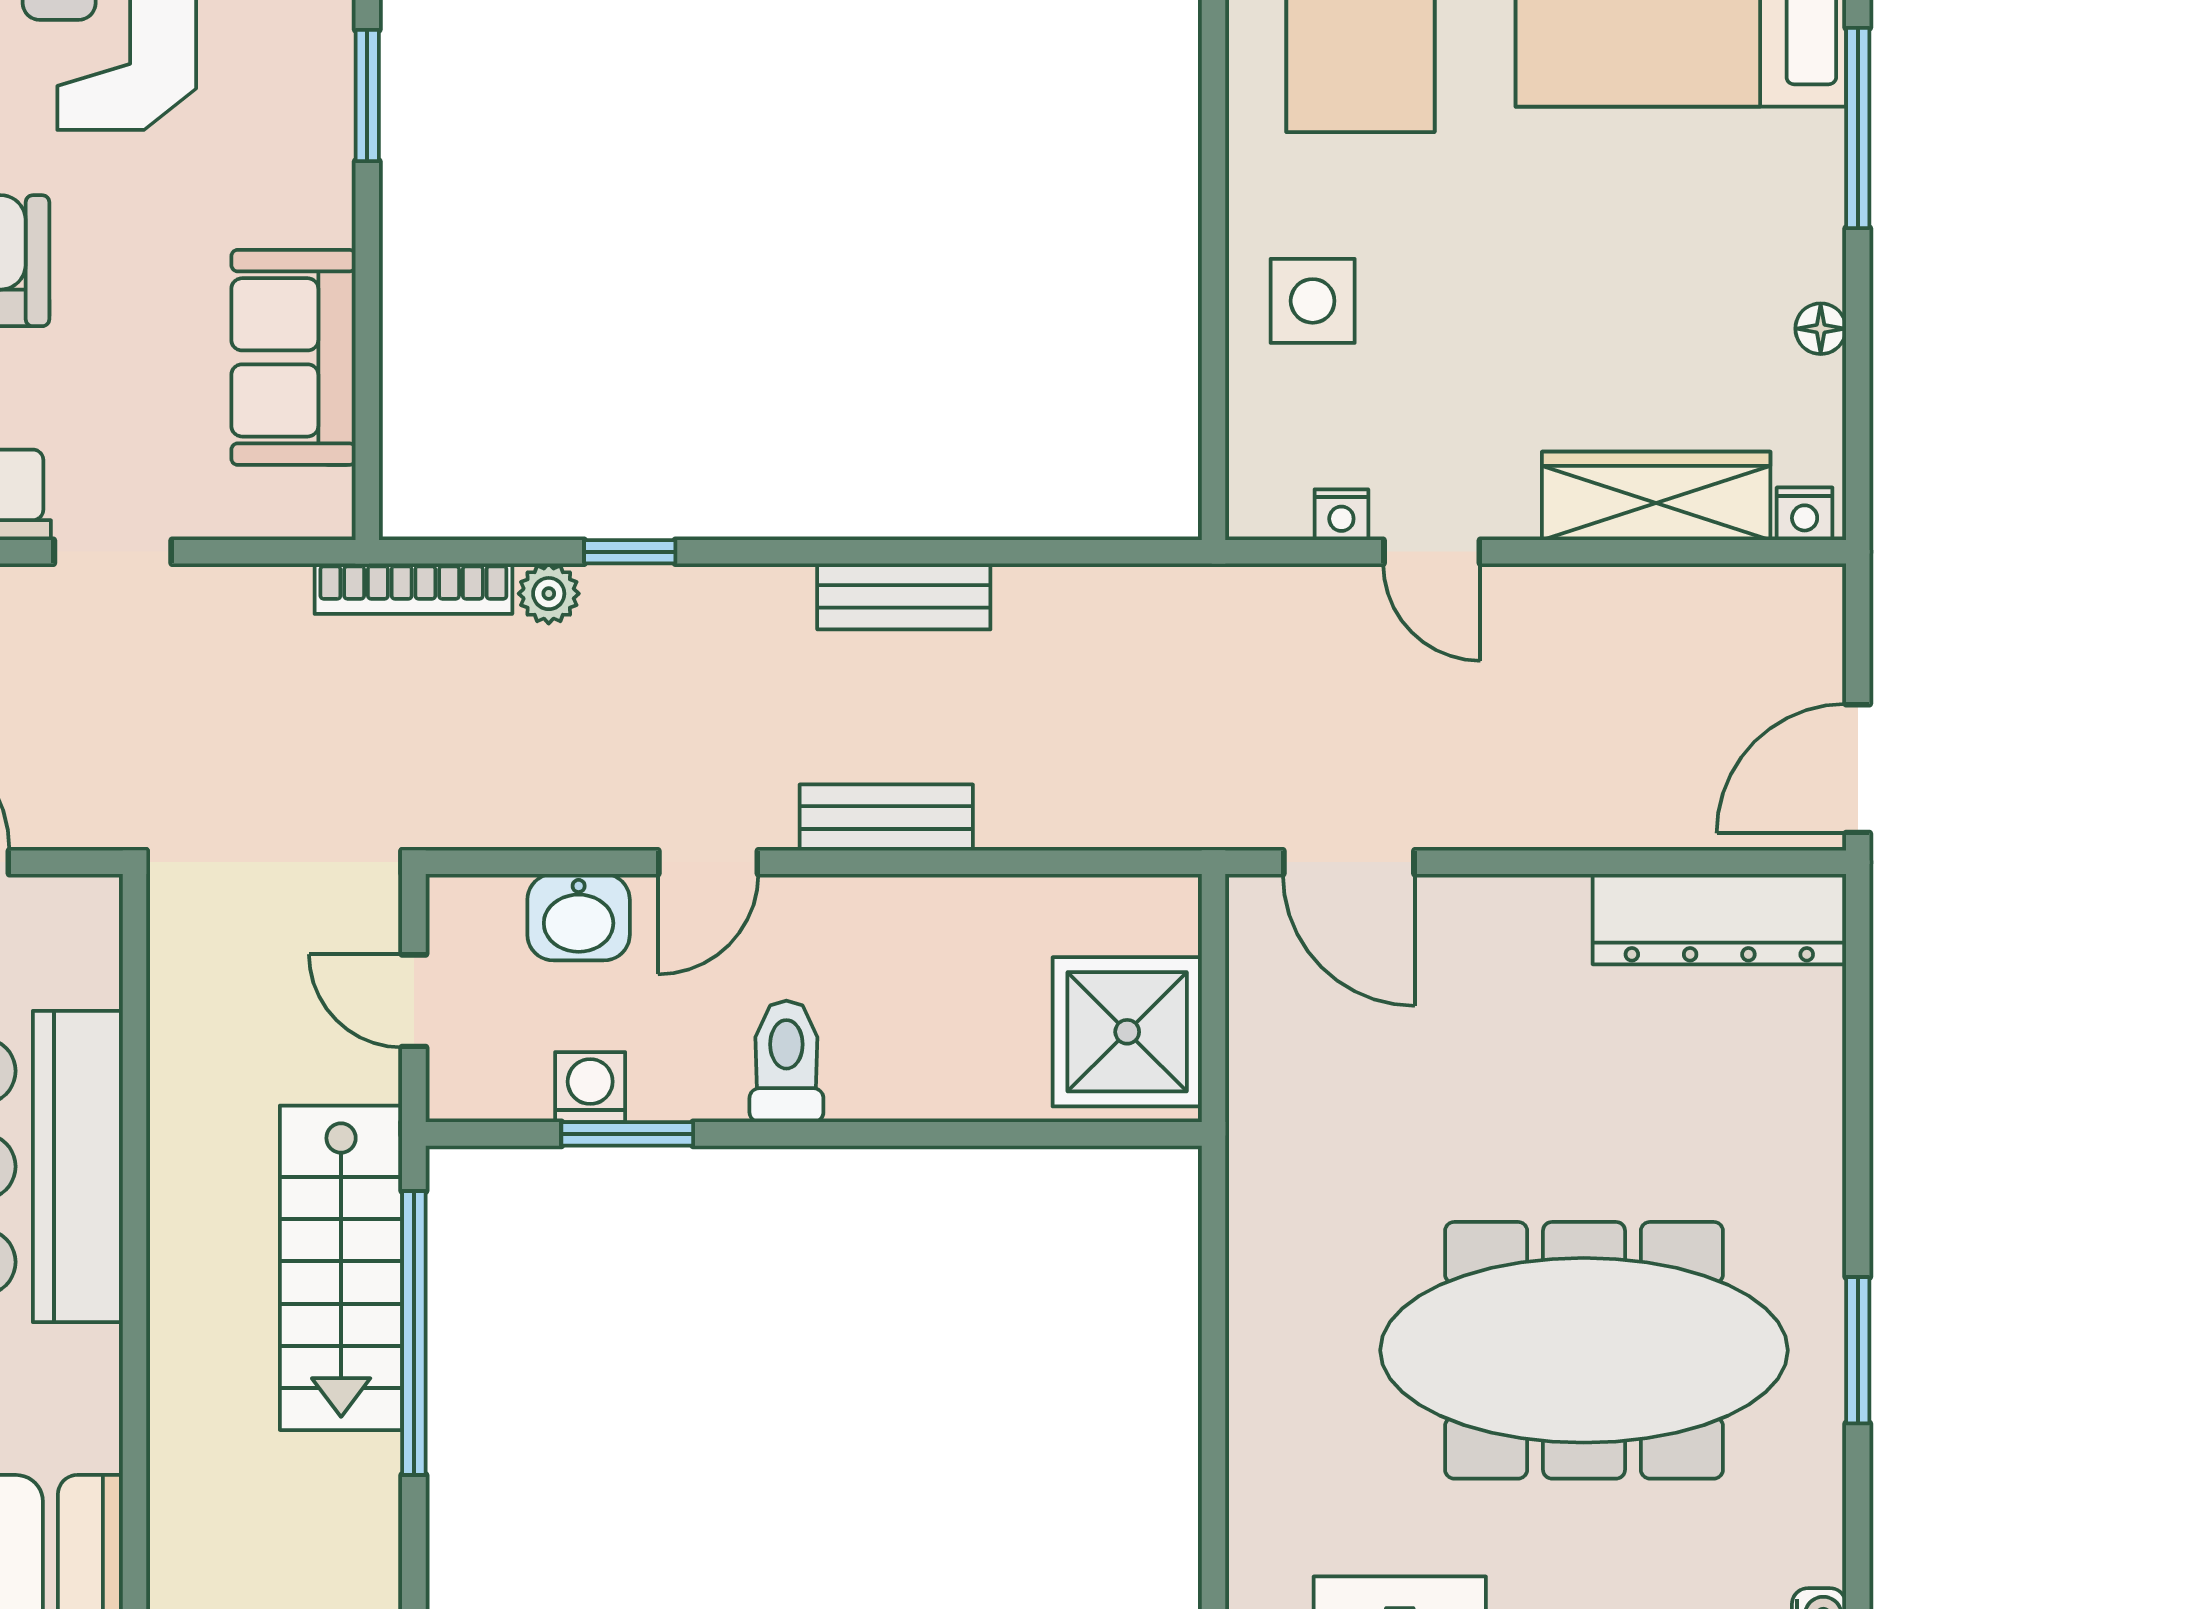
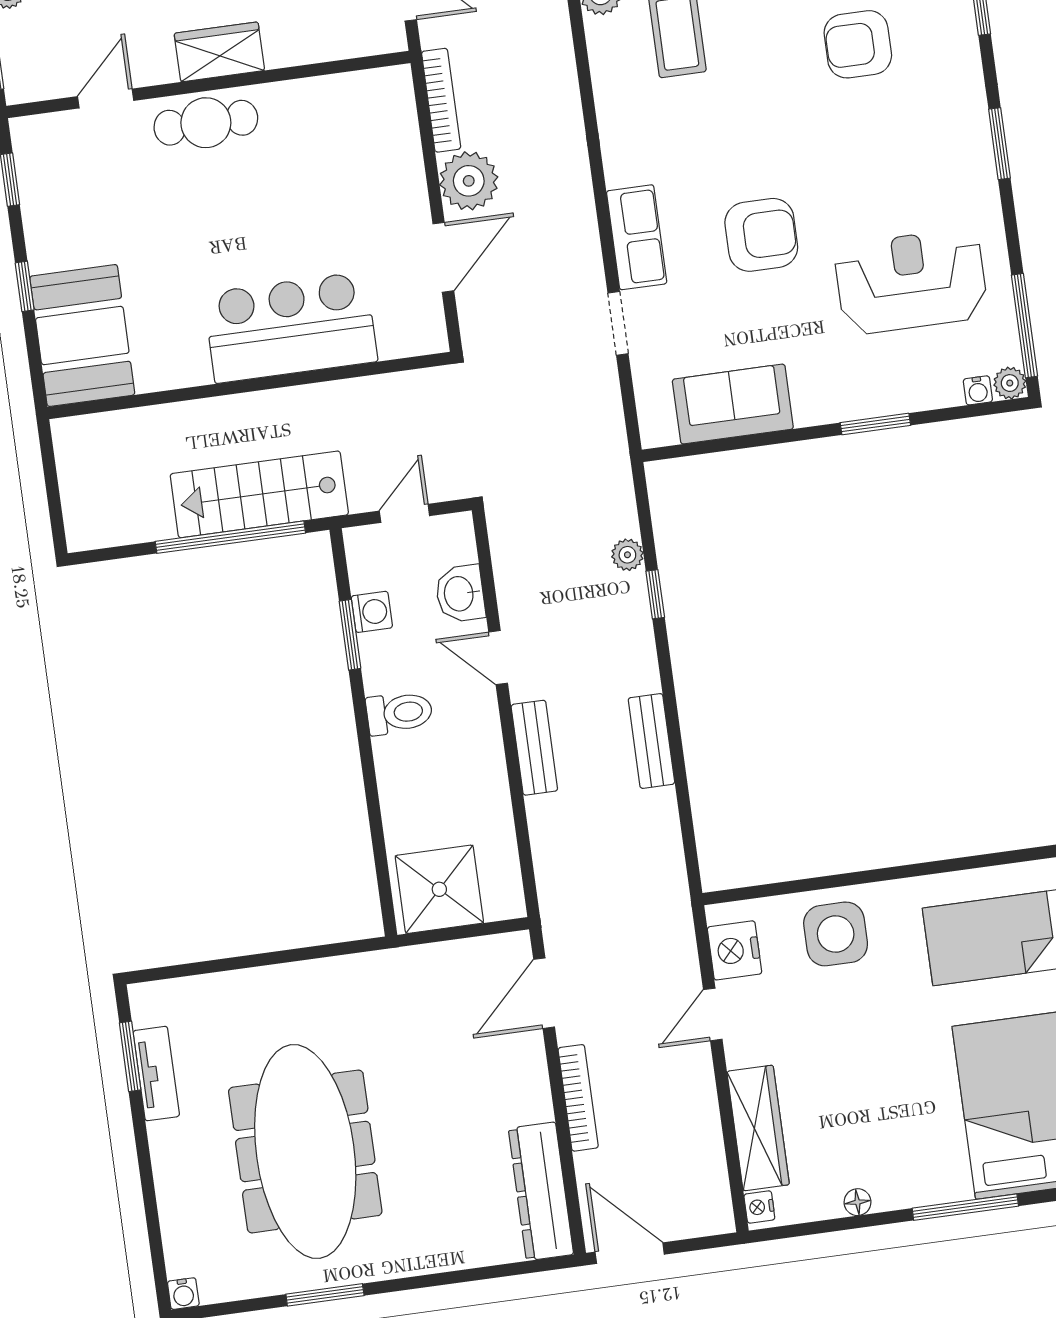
side table: (1313, 301) -> (836, 934), width x1.37, depth x1.37
nightstand: (1341, 515) -> (734, 950), width x1.89, depth x1.79
bookcase: (413, 589) -> (578, 1098), moved, turned 180

